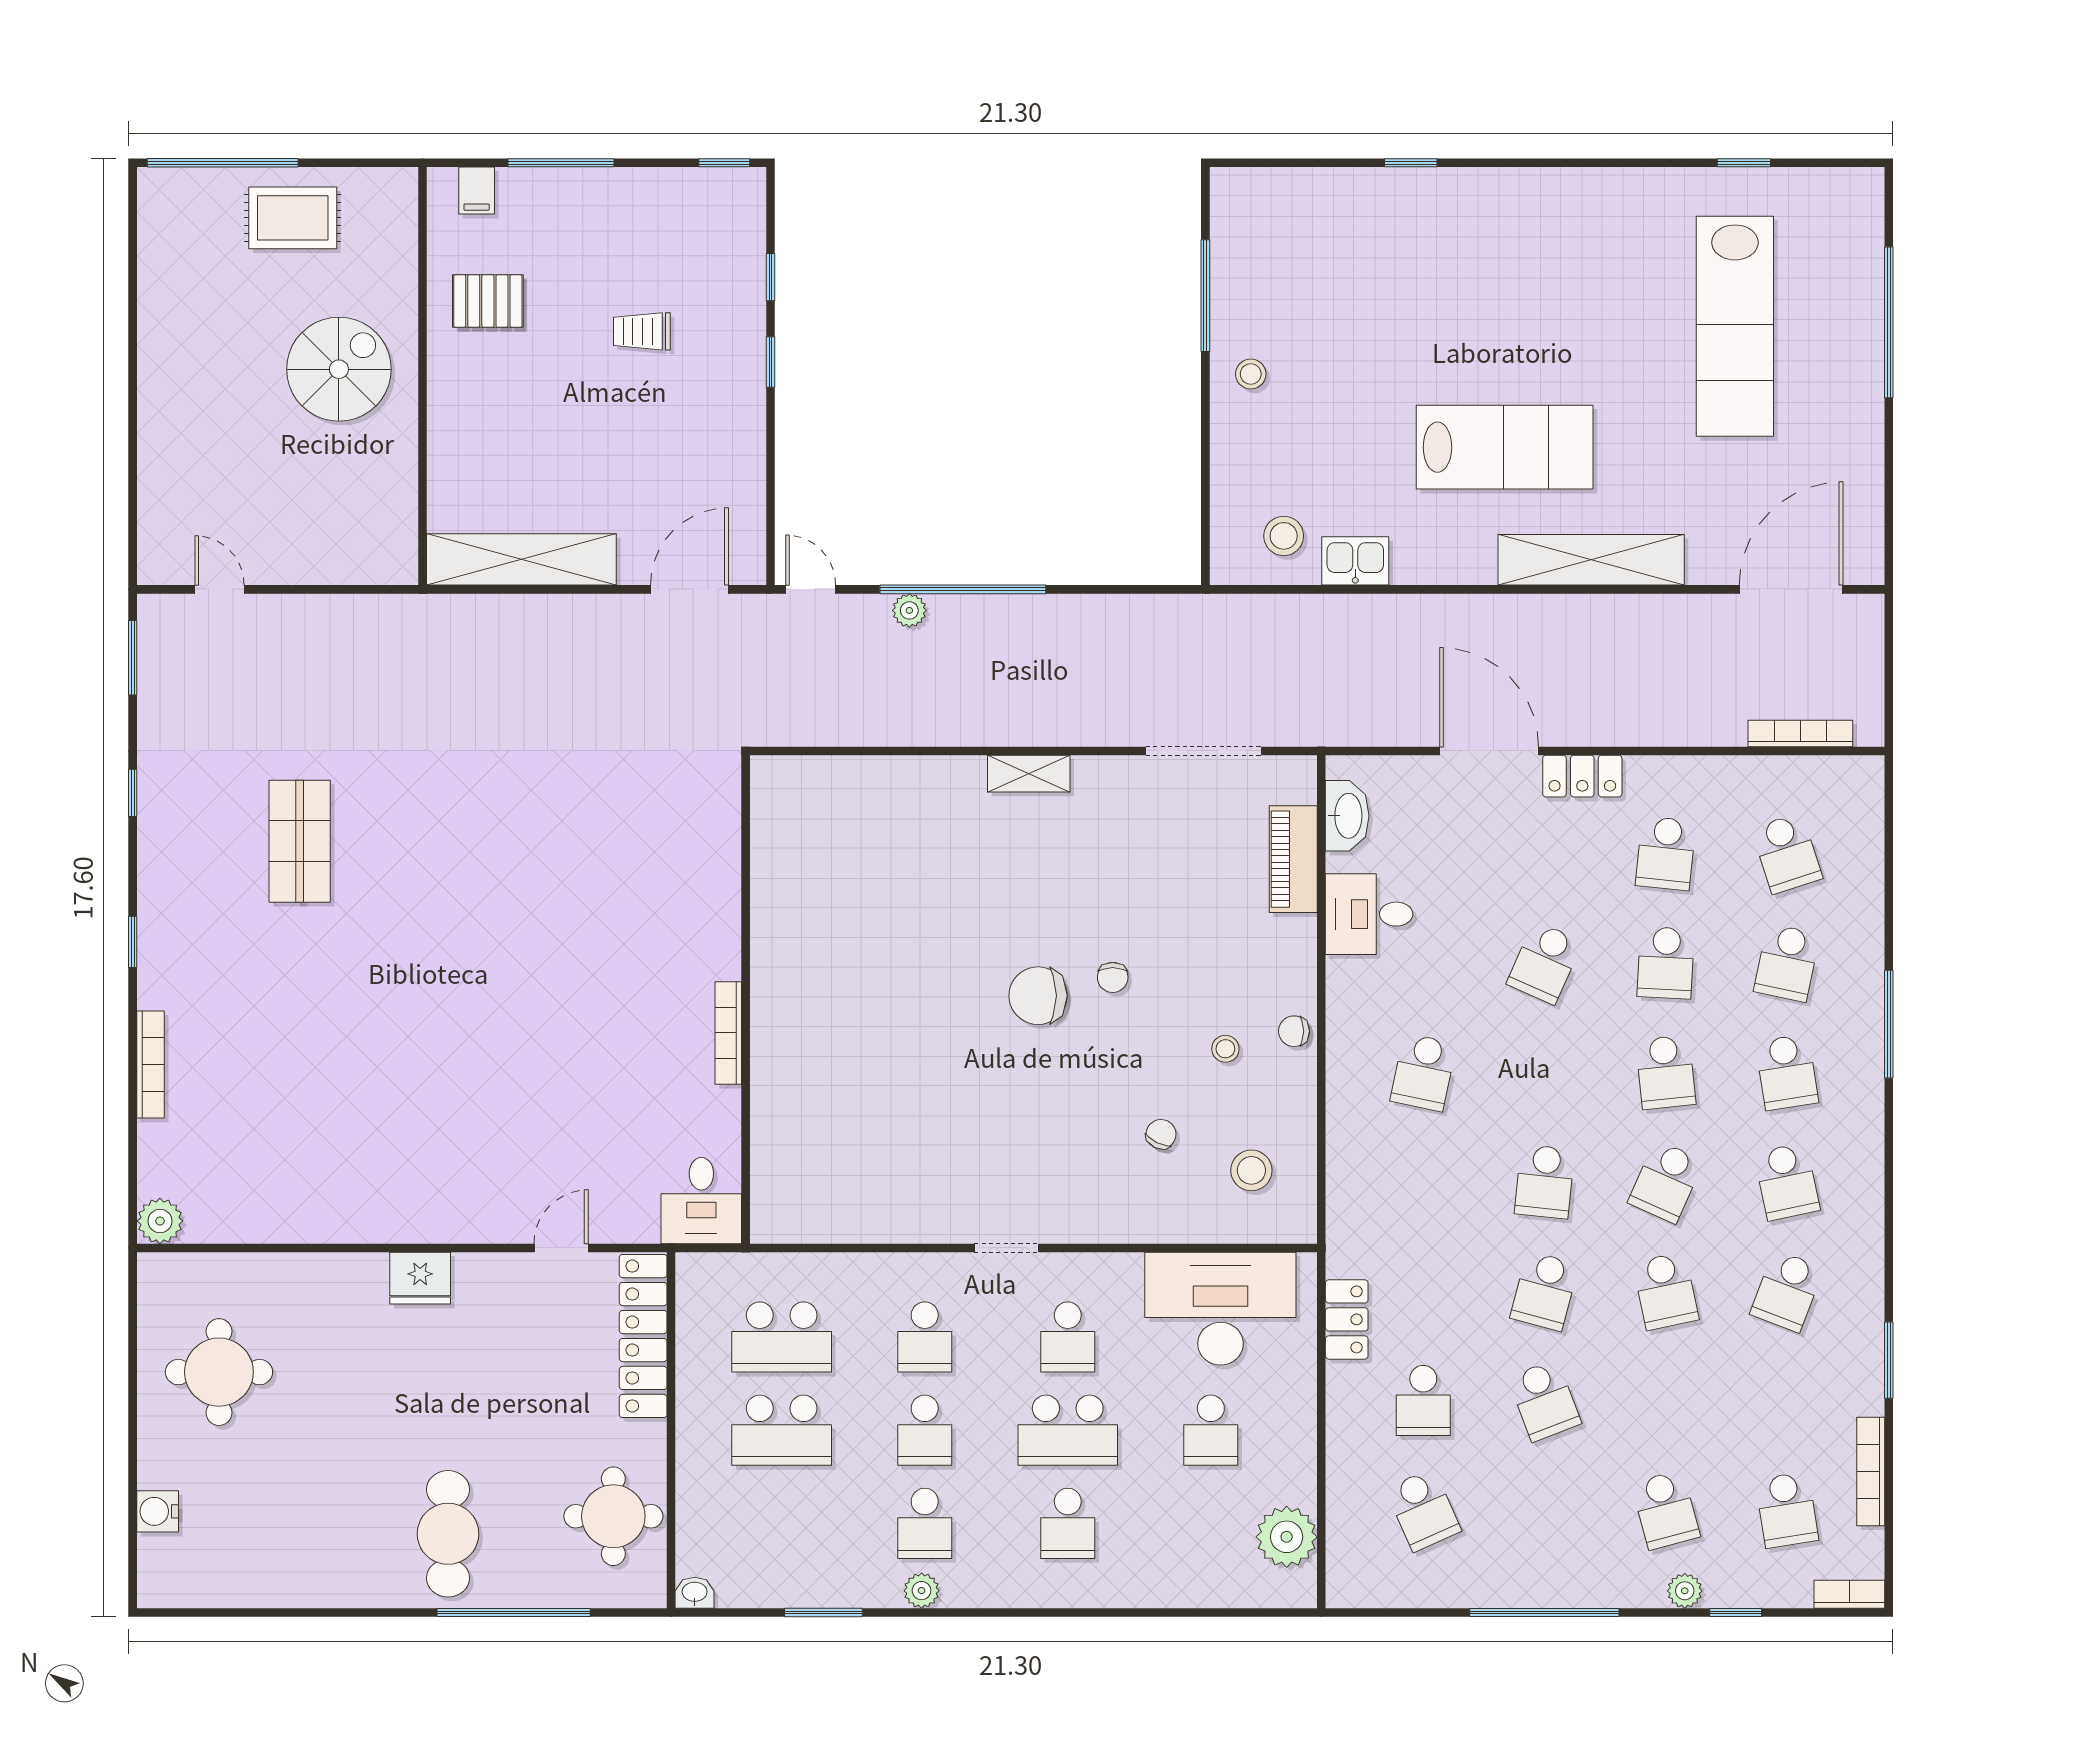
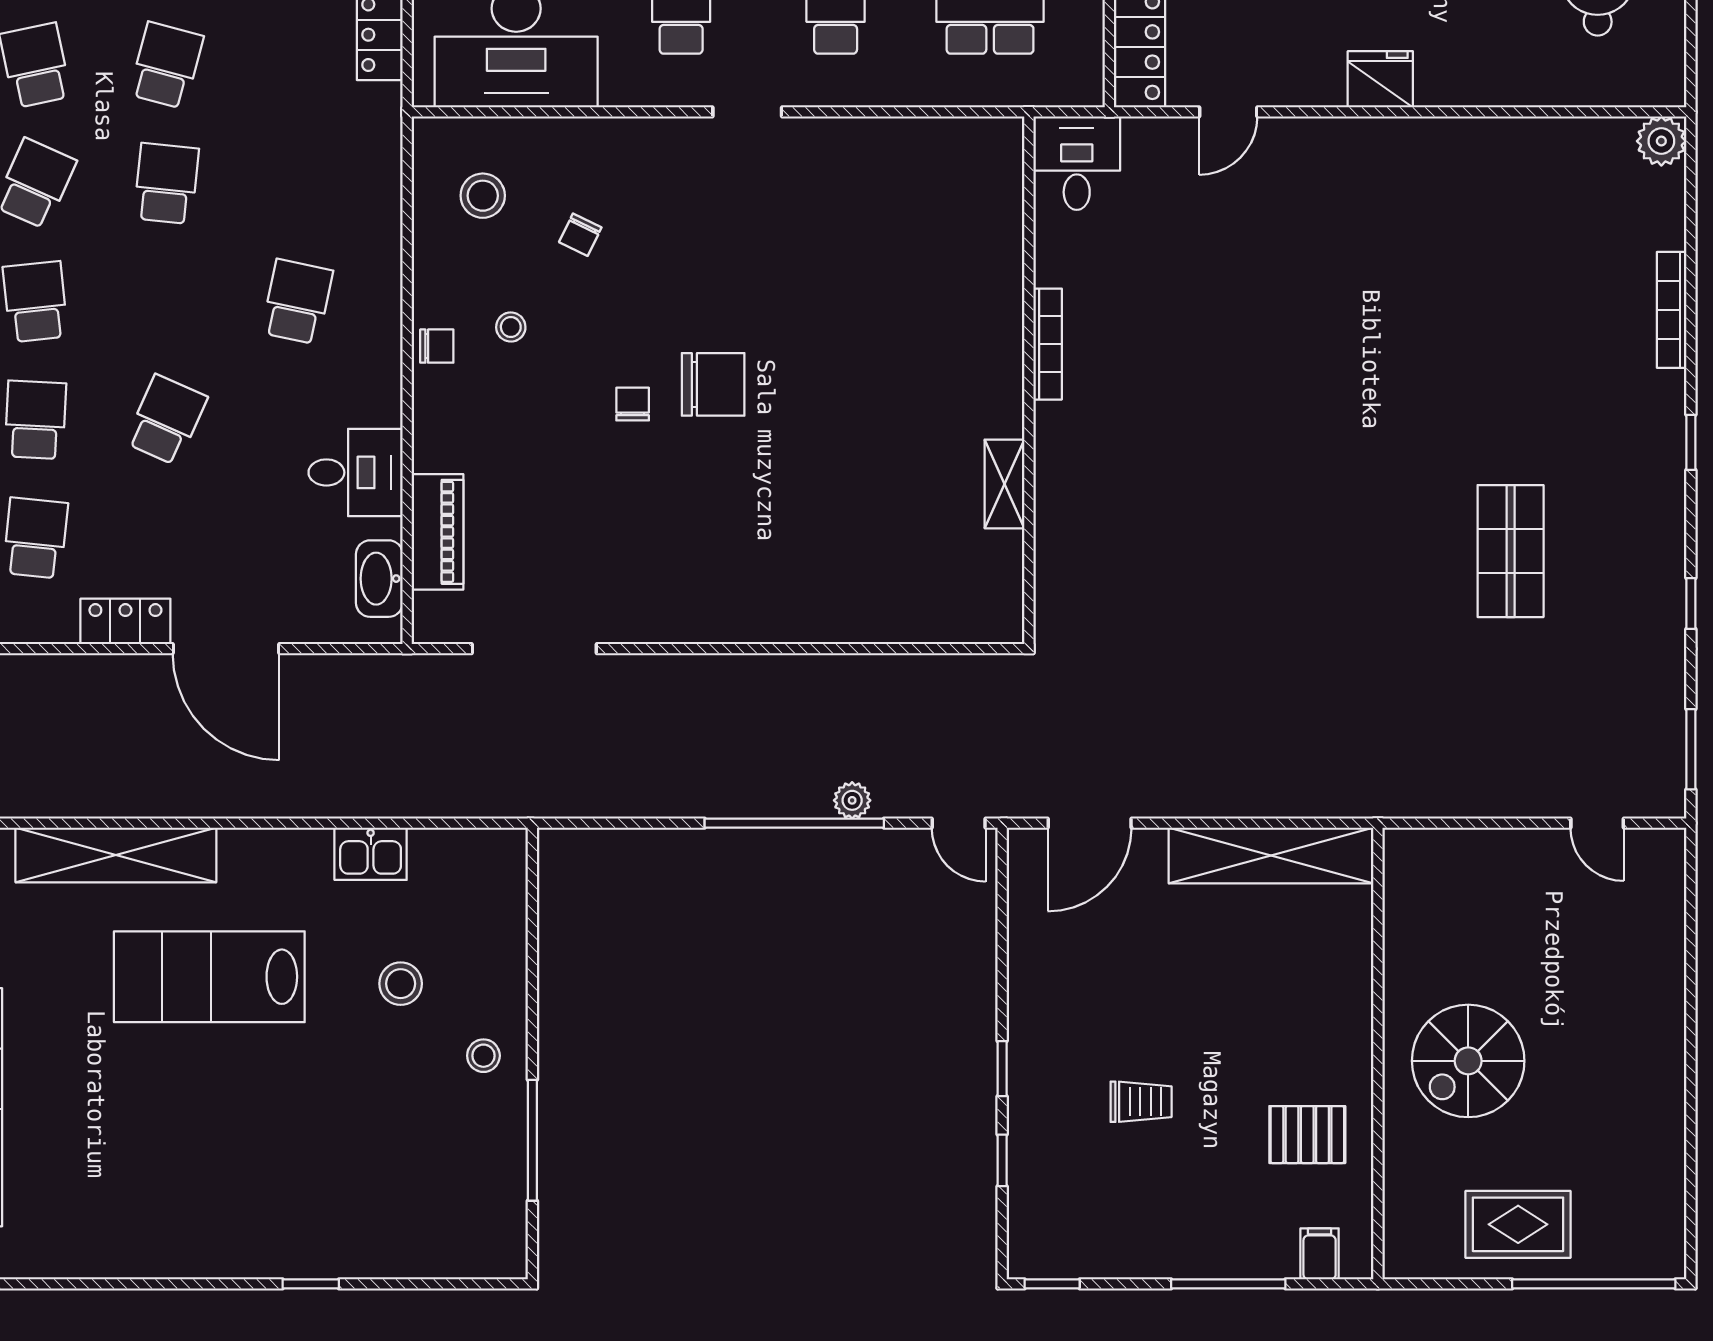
stool: (1284, 536) -> (401, 984), moved
shelving: (1029, 774) -> (1004, 484), moved, turned 90

